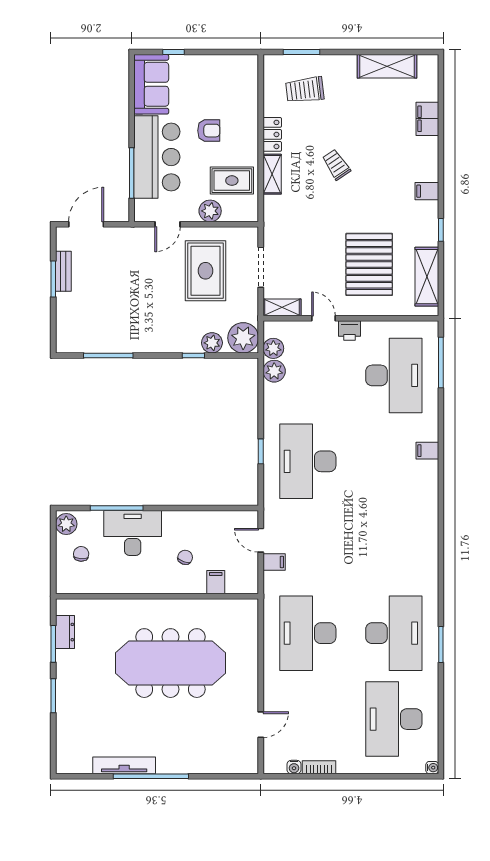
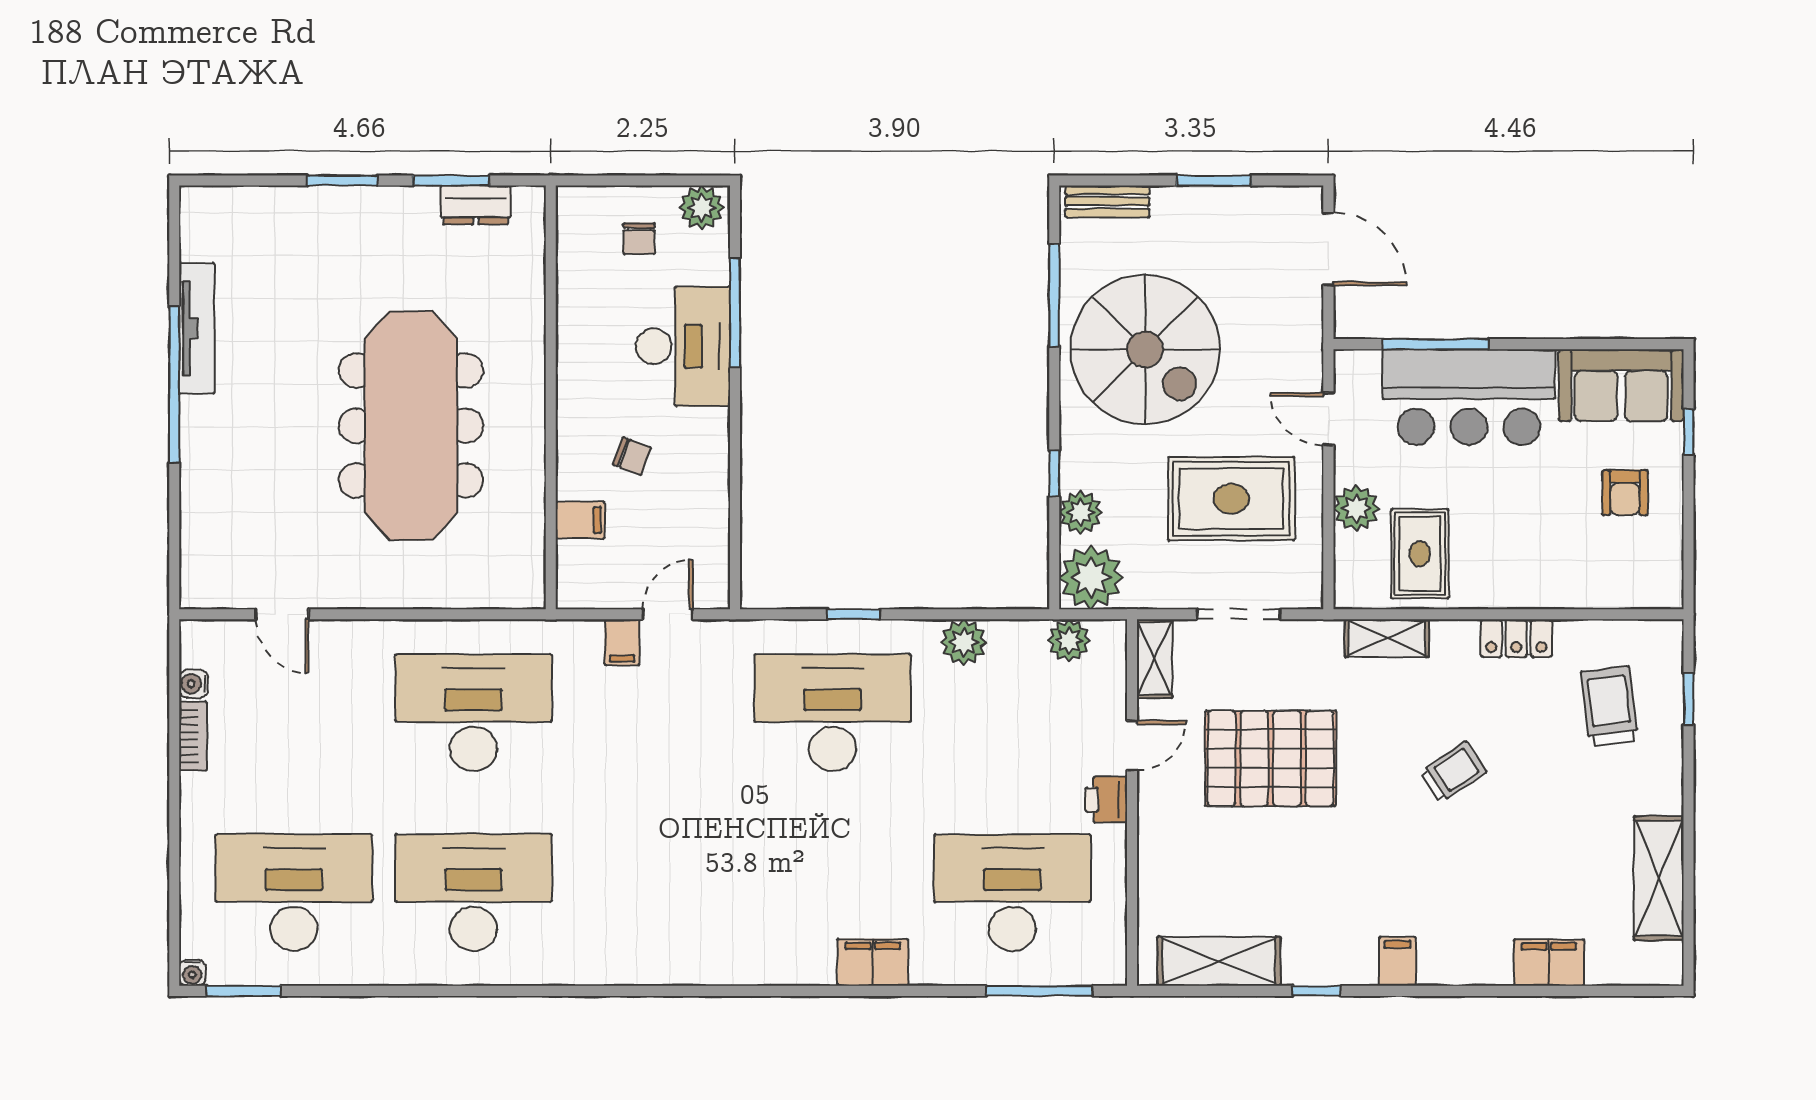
window: (301, 52) -> (1689, 699), width x0.67
armchair: (209, 131) -> (1625, 493), moved
shelving: (272, 174) -> (1387, 638), moved
pallet: (369, 264) -> (1271, 758), moved
bench: (63, 271) -> (1107, 201), moved
spiral stairs: (134, 312) -> (1145, 349), added
plant: (274, 371) -> (964, 642), moved
desk: (394, 375) -> (1012, 893), turned 180
filing cabinet: (427, 451) -> (873, 962), width x2.00
chair: (81, 554) -> (639, 239), turned 87
desk: (394, 633) -> (473, 893), turned 180
window: (441, 644) -> (244, 991), moved

